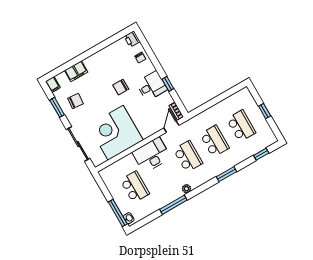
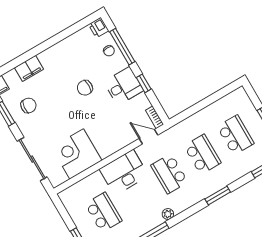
window: (151, 54) -> (122, 47), added
door: (171, 127) -> (149, 137), hinge flipped
corner desk: (116, 133) -> (77, 154), width x0.74, depth x0.74
school desk: (188, 156) -> (169, 174), turned 180

